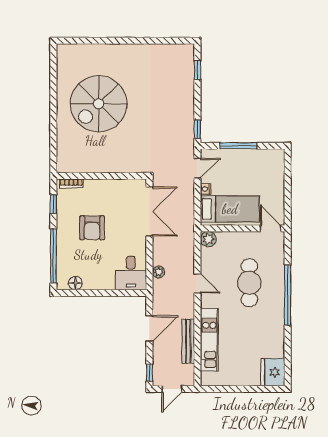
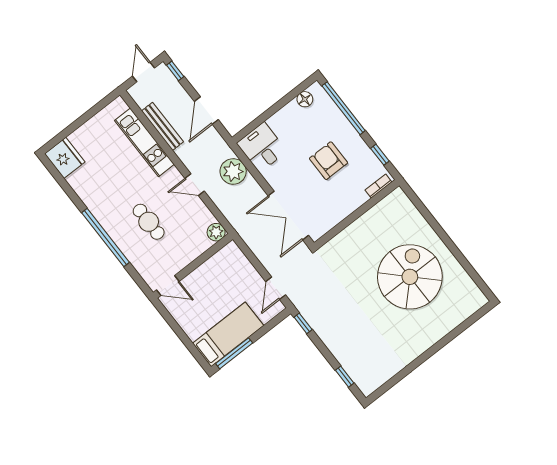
window: (238, 146) -> (234, 353), moved
nightstand: (206, 189) -> (254, 275), removed
bed: (230, 209) -> (228, 334), moved, turned 180
plant: (159, 272) -> (233, 171), width x1.88, depth x1.88
cafe table: (249, 283) -> (149, 222), width x0.73, depth x0.74

